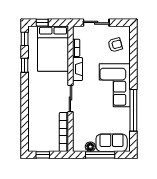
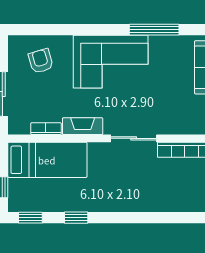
bed: (53, 49) -> (47, 160), width x0.67
window: (133, 110) -> (154, 30), width x0.68

